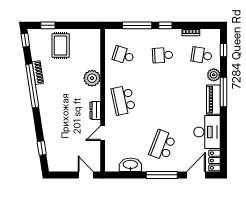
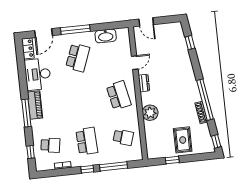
window: (48, 25) -> (172, 160), moved
school desk: (163, 55) -> (87, 141), width x1.85
plant: (214, 75) -> (37, 128), removed

